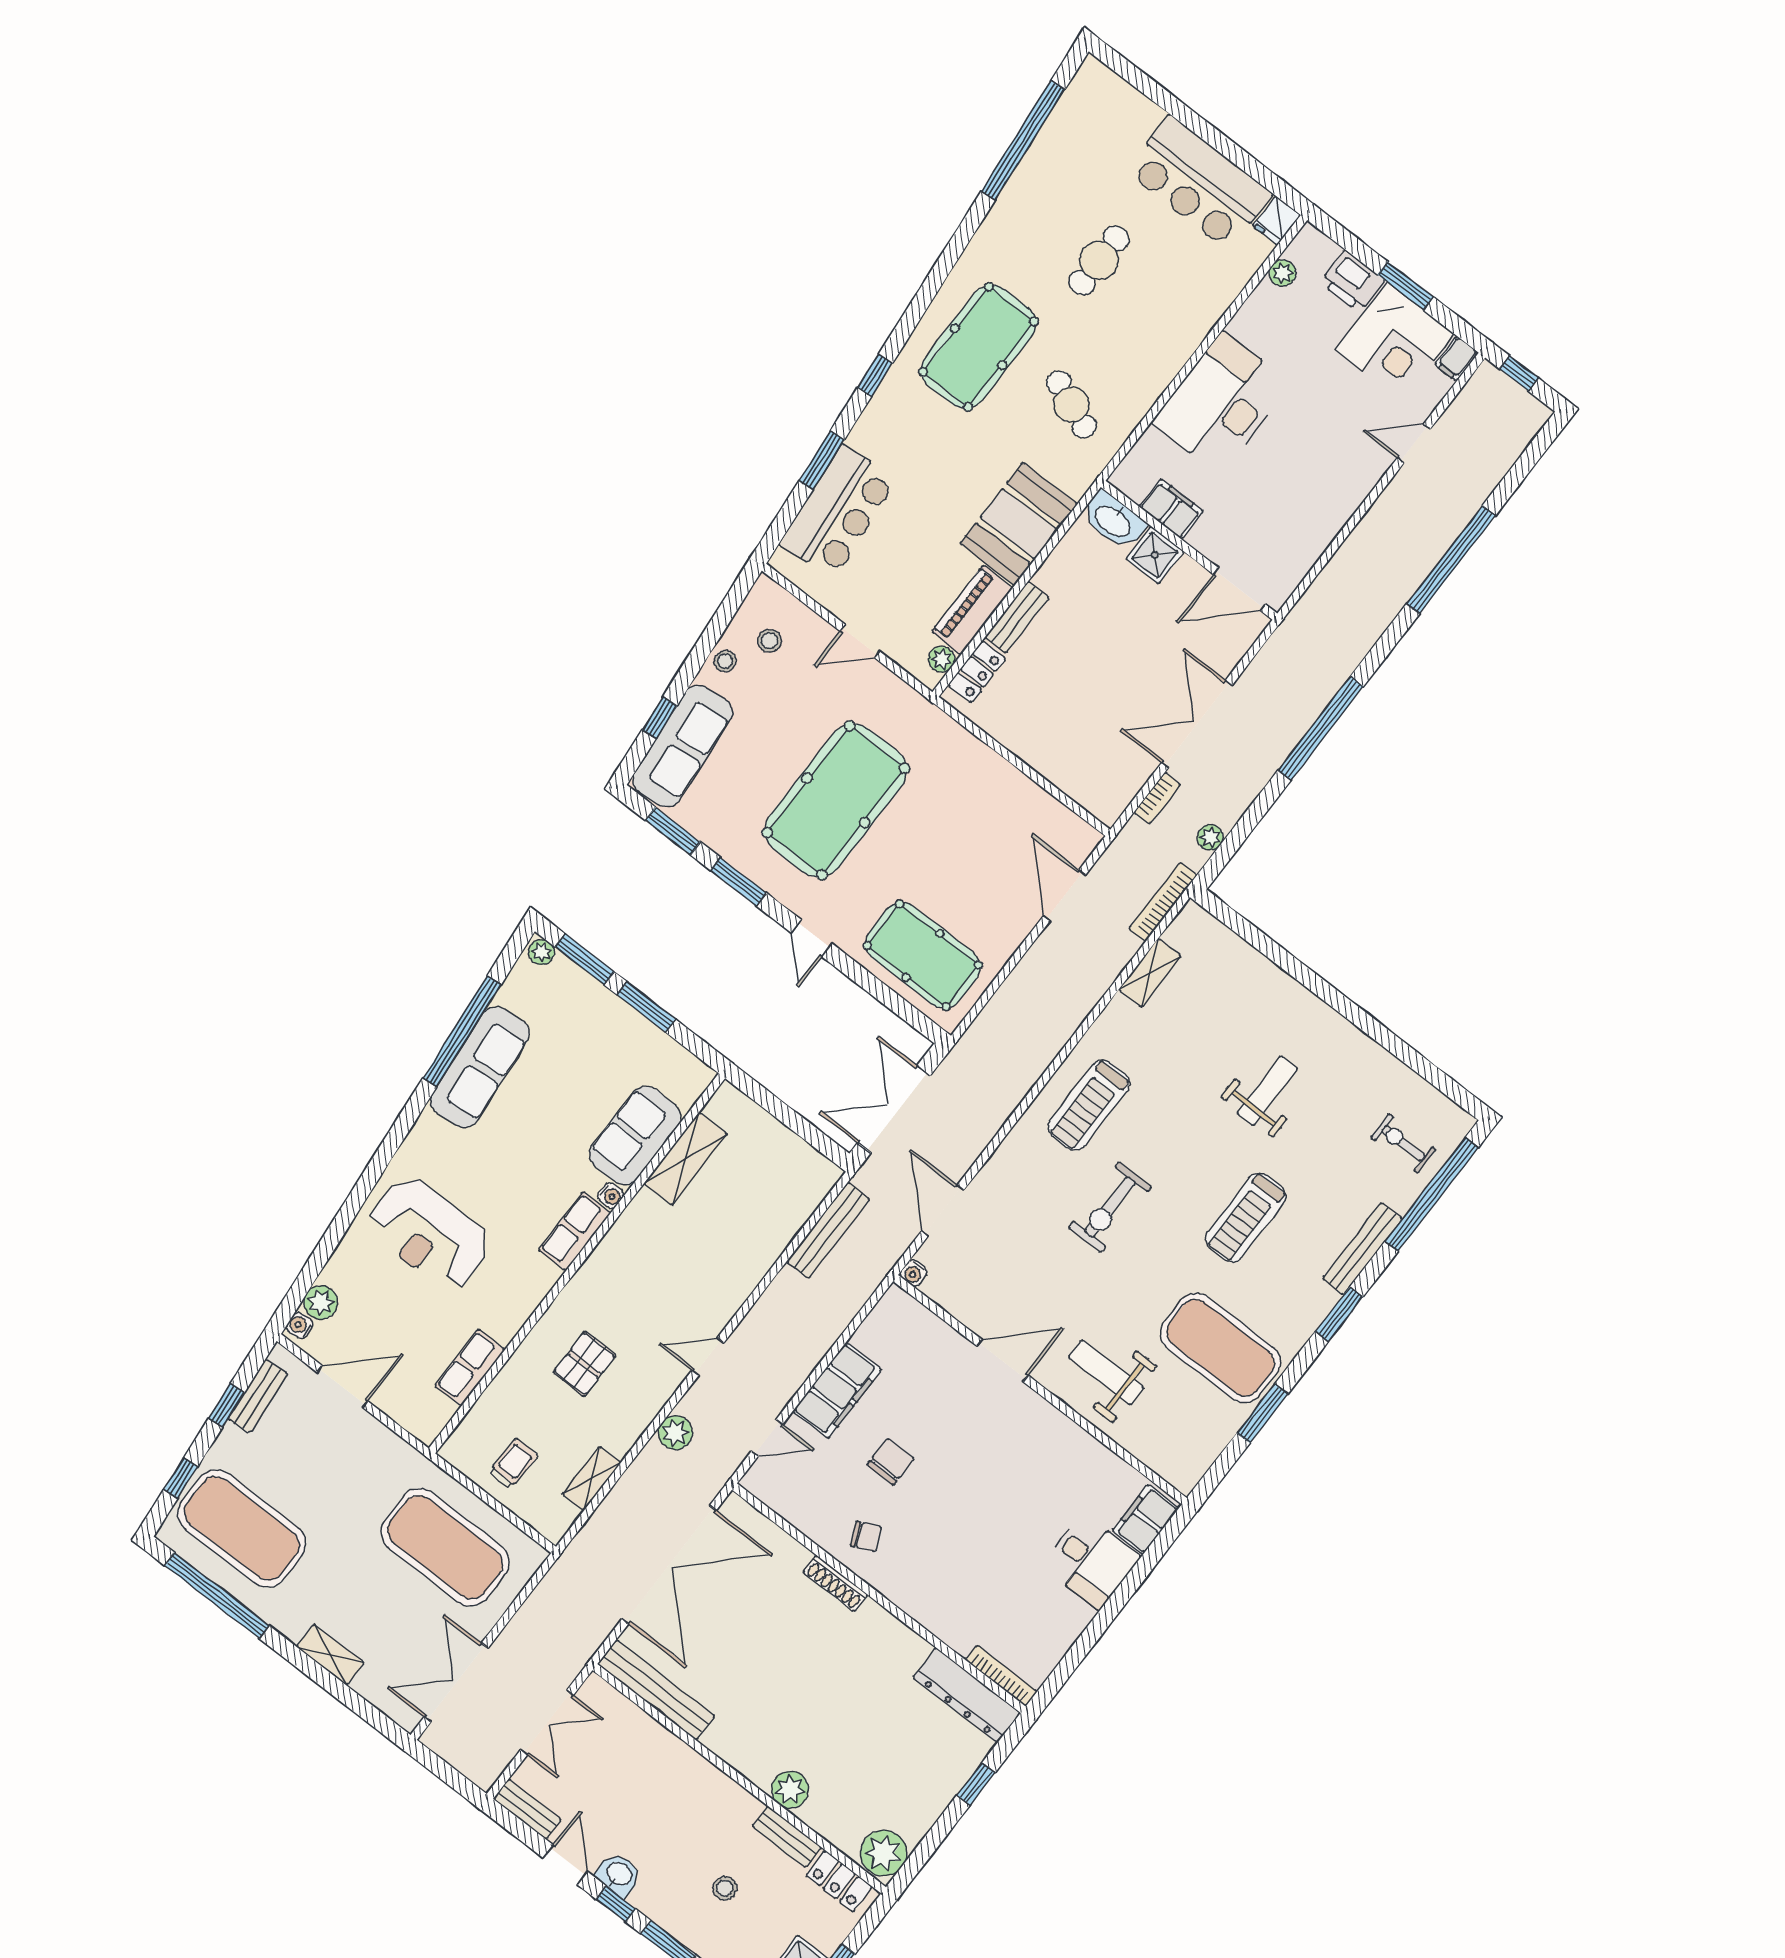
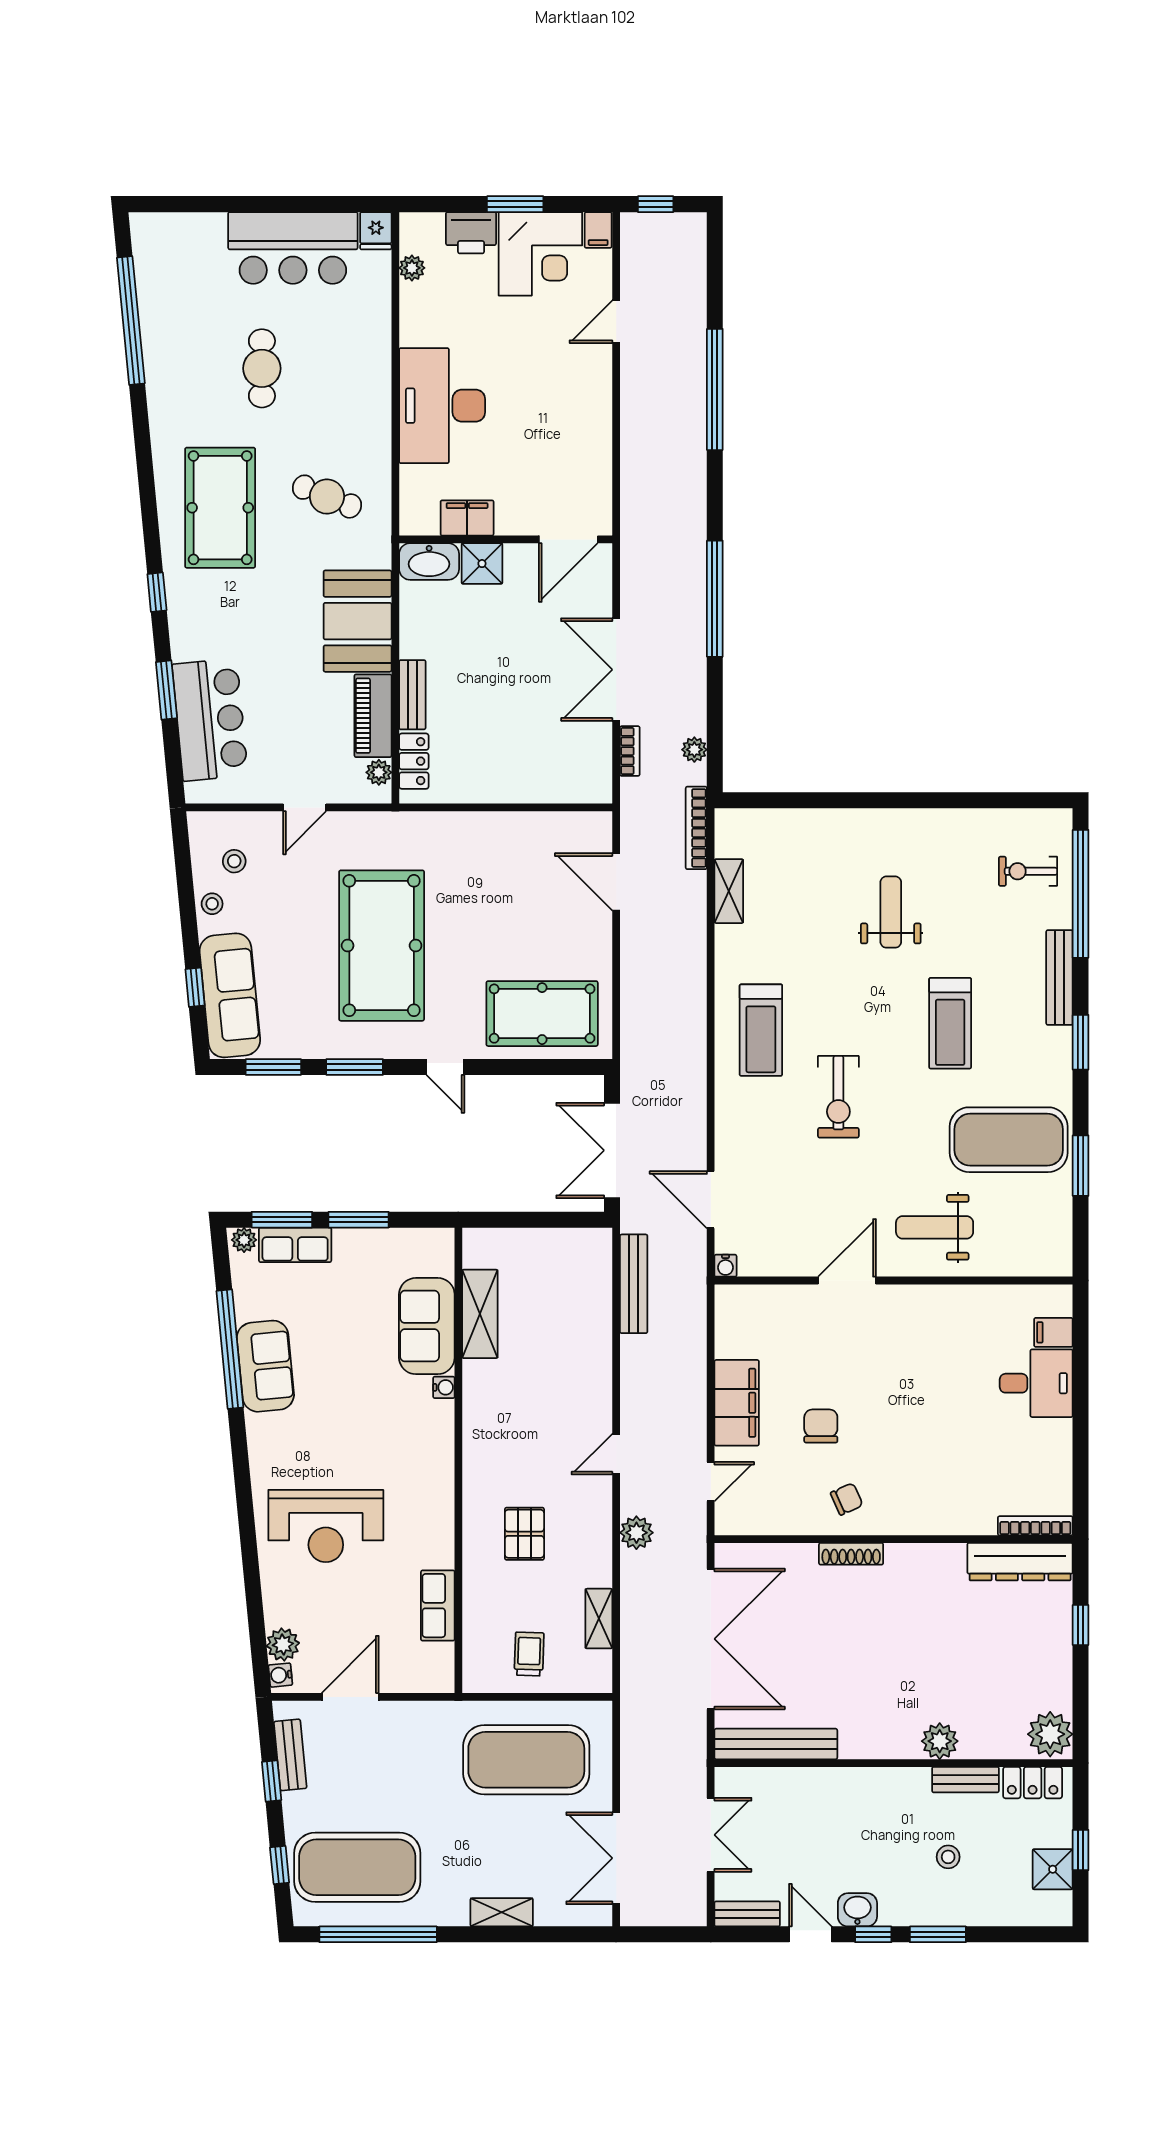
sofa: (480, 1067) -> (265, 1366), width x0.73
row of seats: (575, 1231) -> (295, 1245), moved, turned -90
filing cabinet: (1146, 1519) -> (1053, 1332), width x0.50

